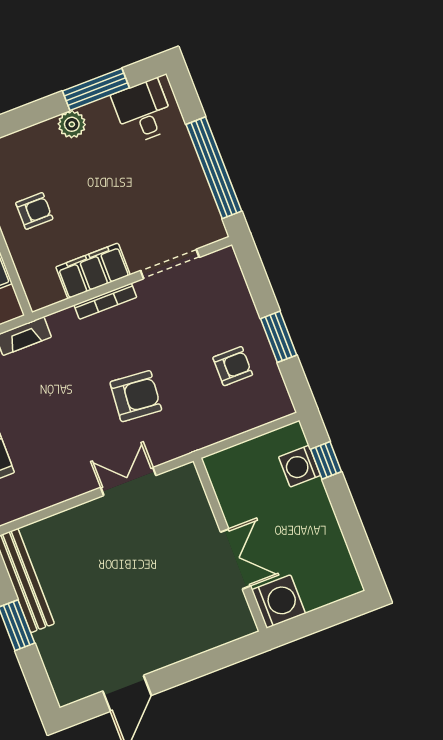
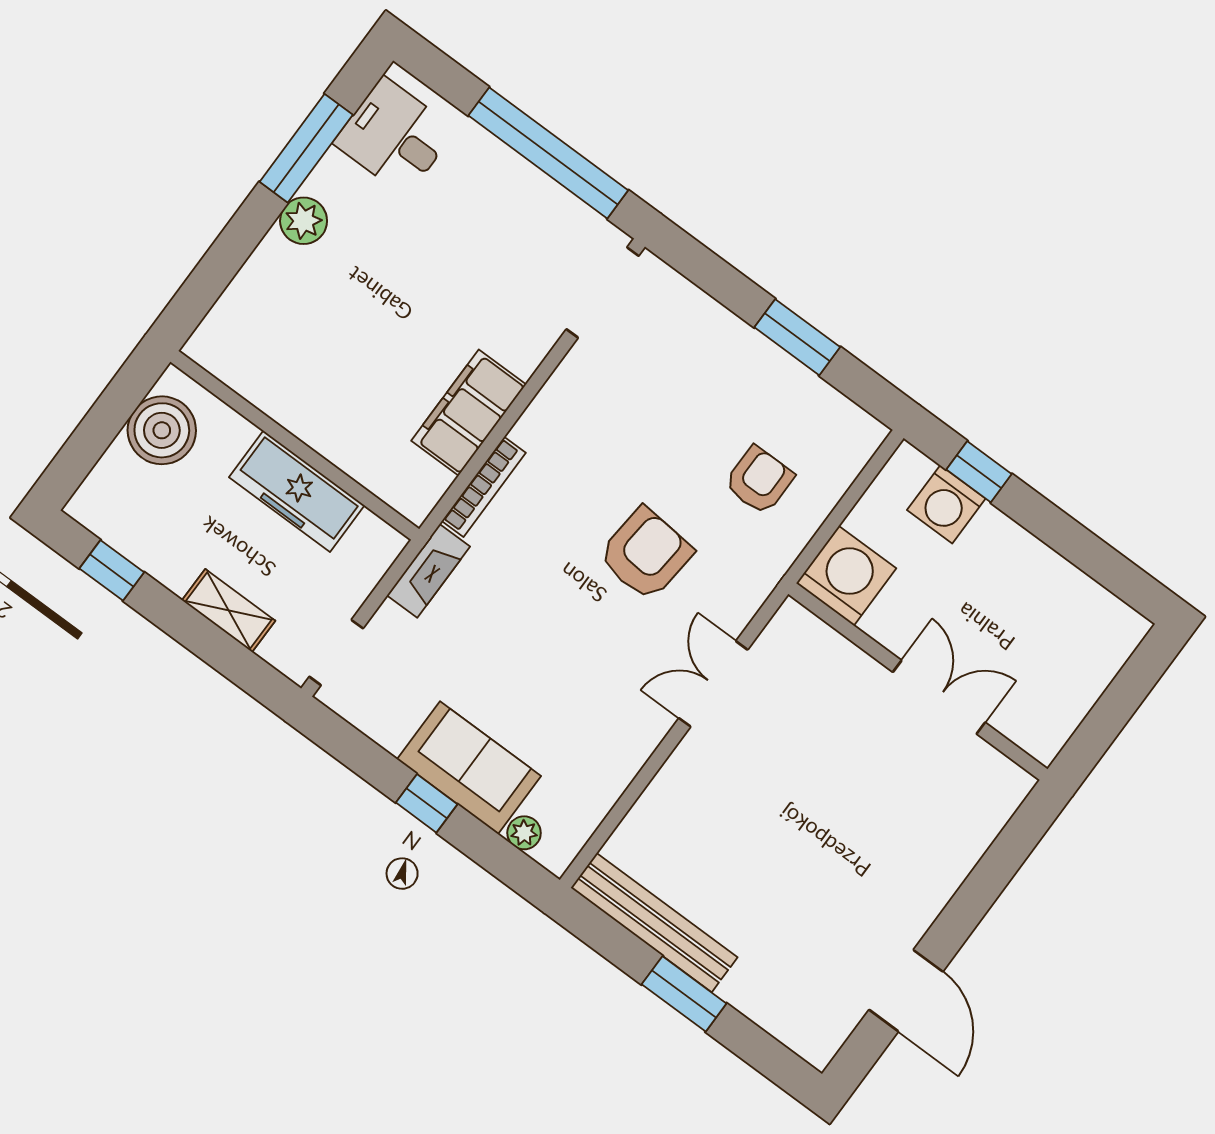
armchair: (34, 211) -> (329, 380), removed
doorway: (170, 264) -> (603, 293), moved
bookcase: (105, 301) -> (484, 487), moved
armchair: (233, 366) -> (759, 480), moved
washing machine: (278, 602) -> (846, 576), moved

